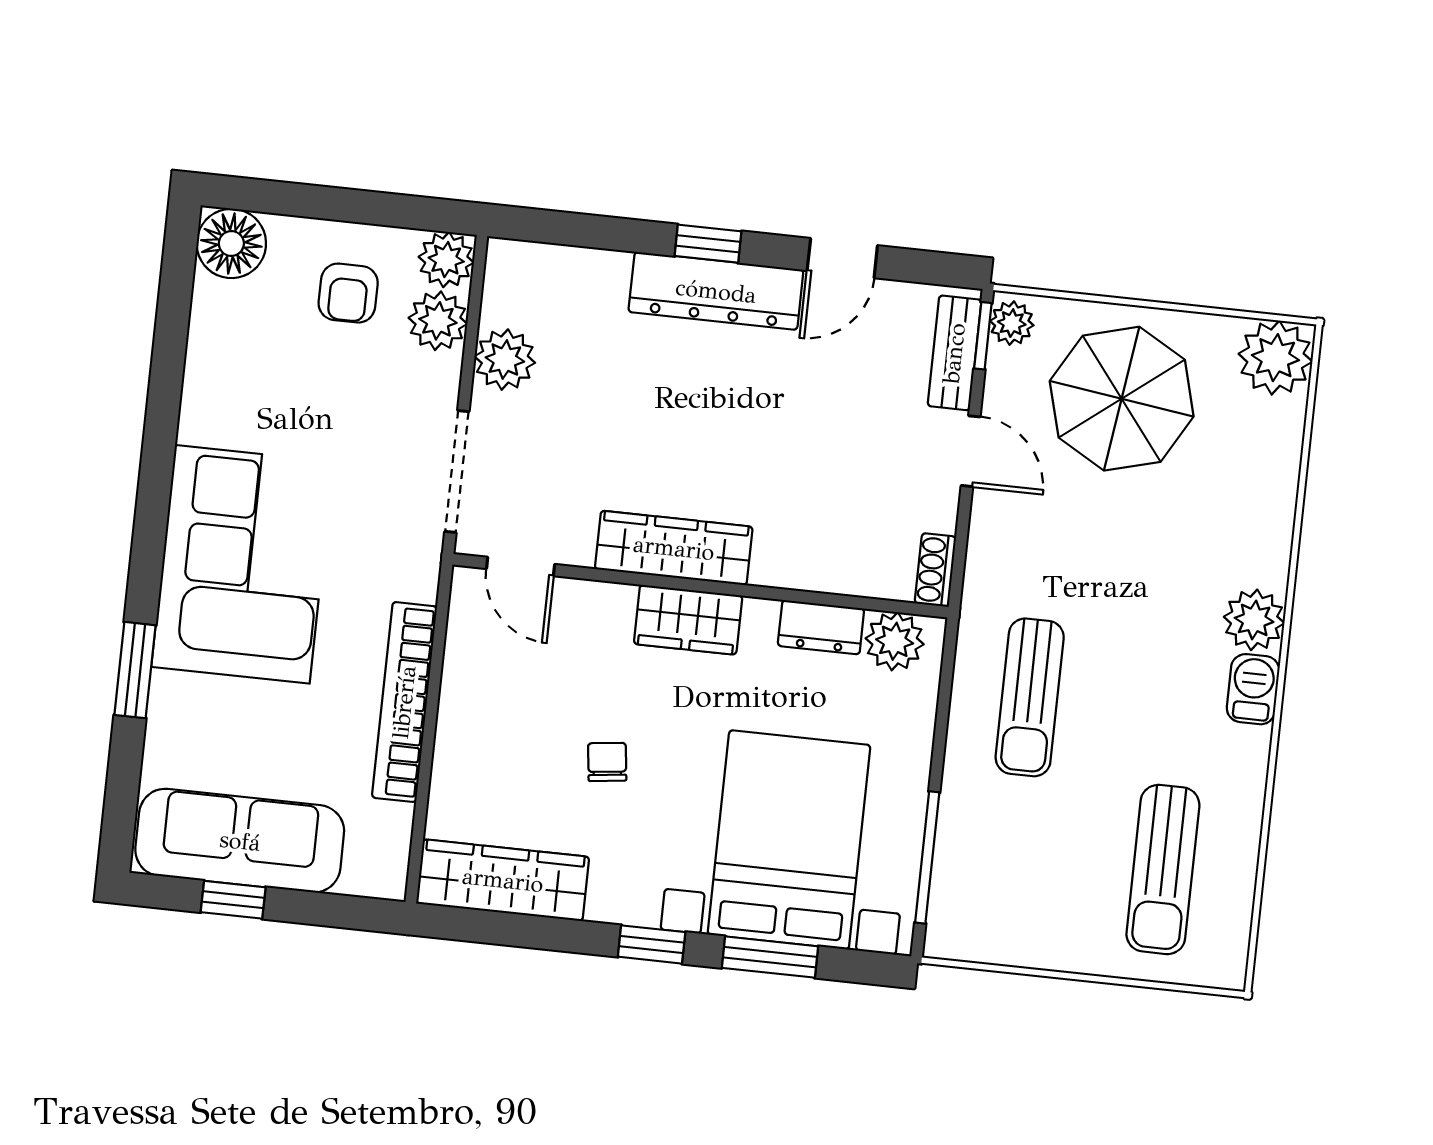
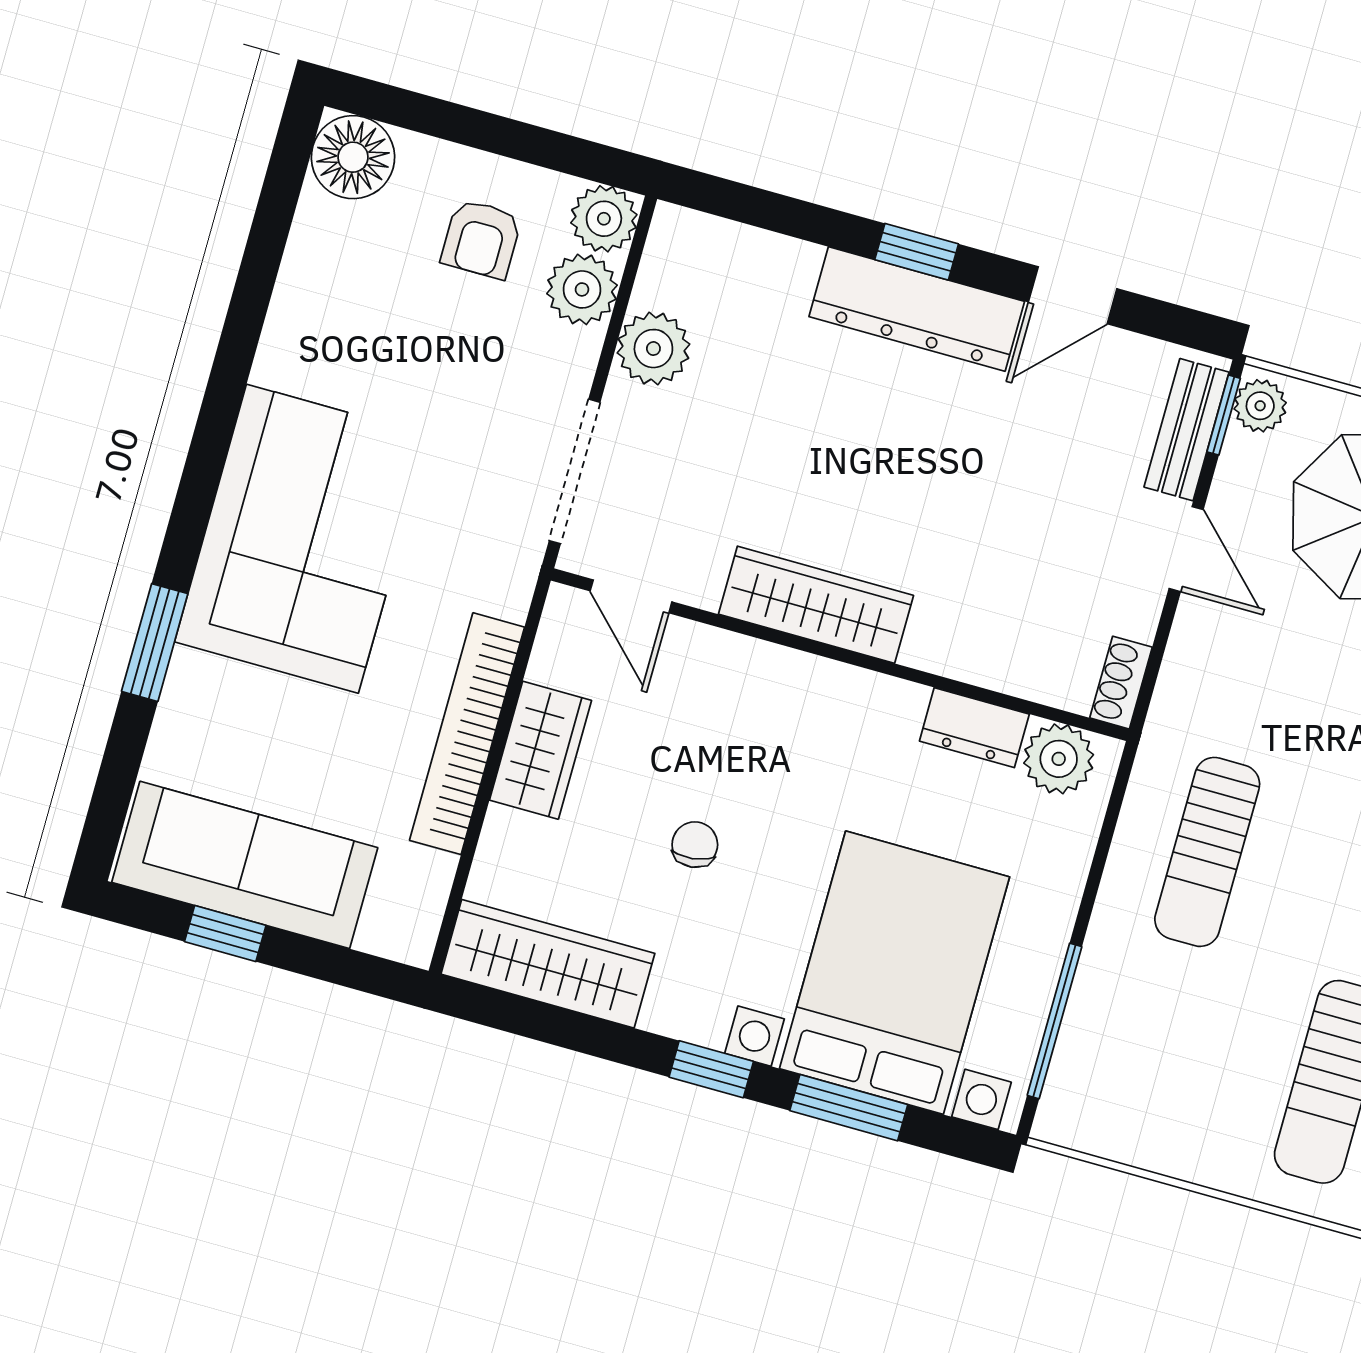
wardrobe: (688, 620) -> (540, 750), moved, turned -90

